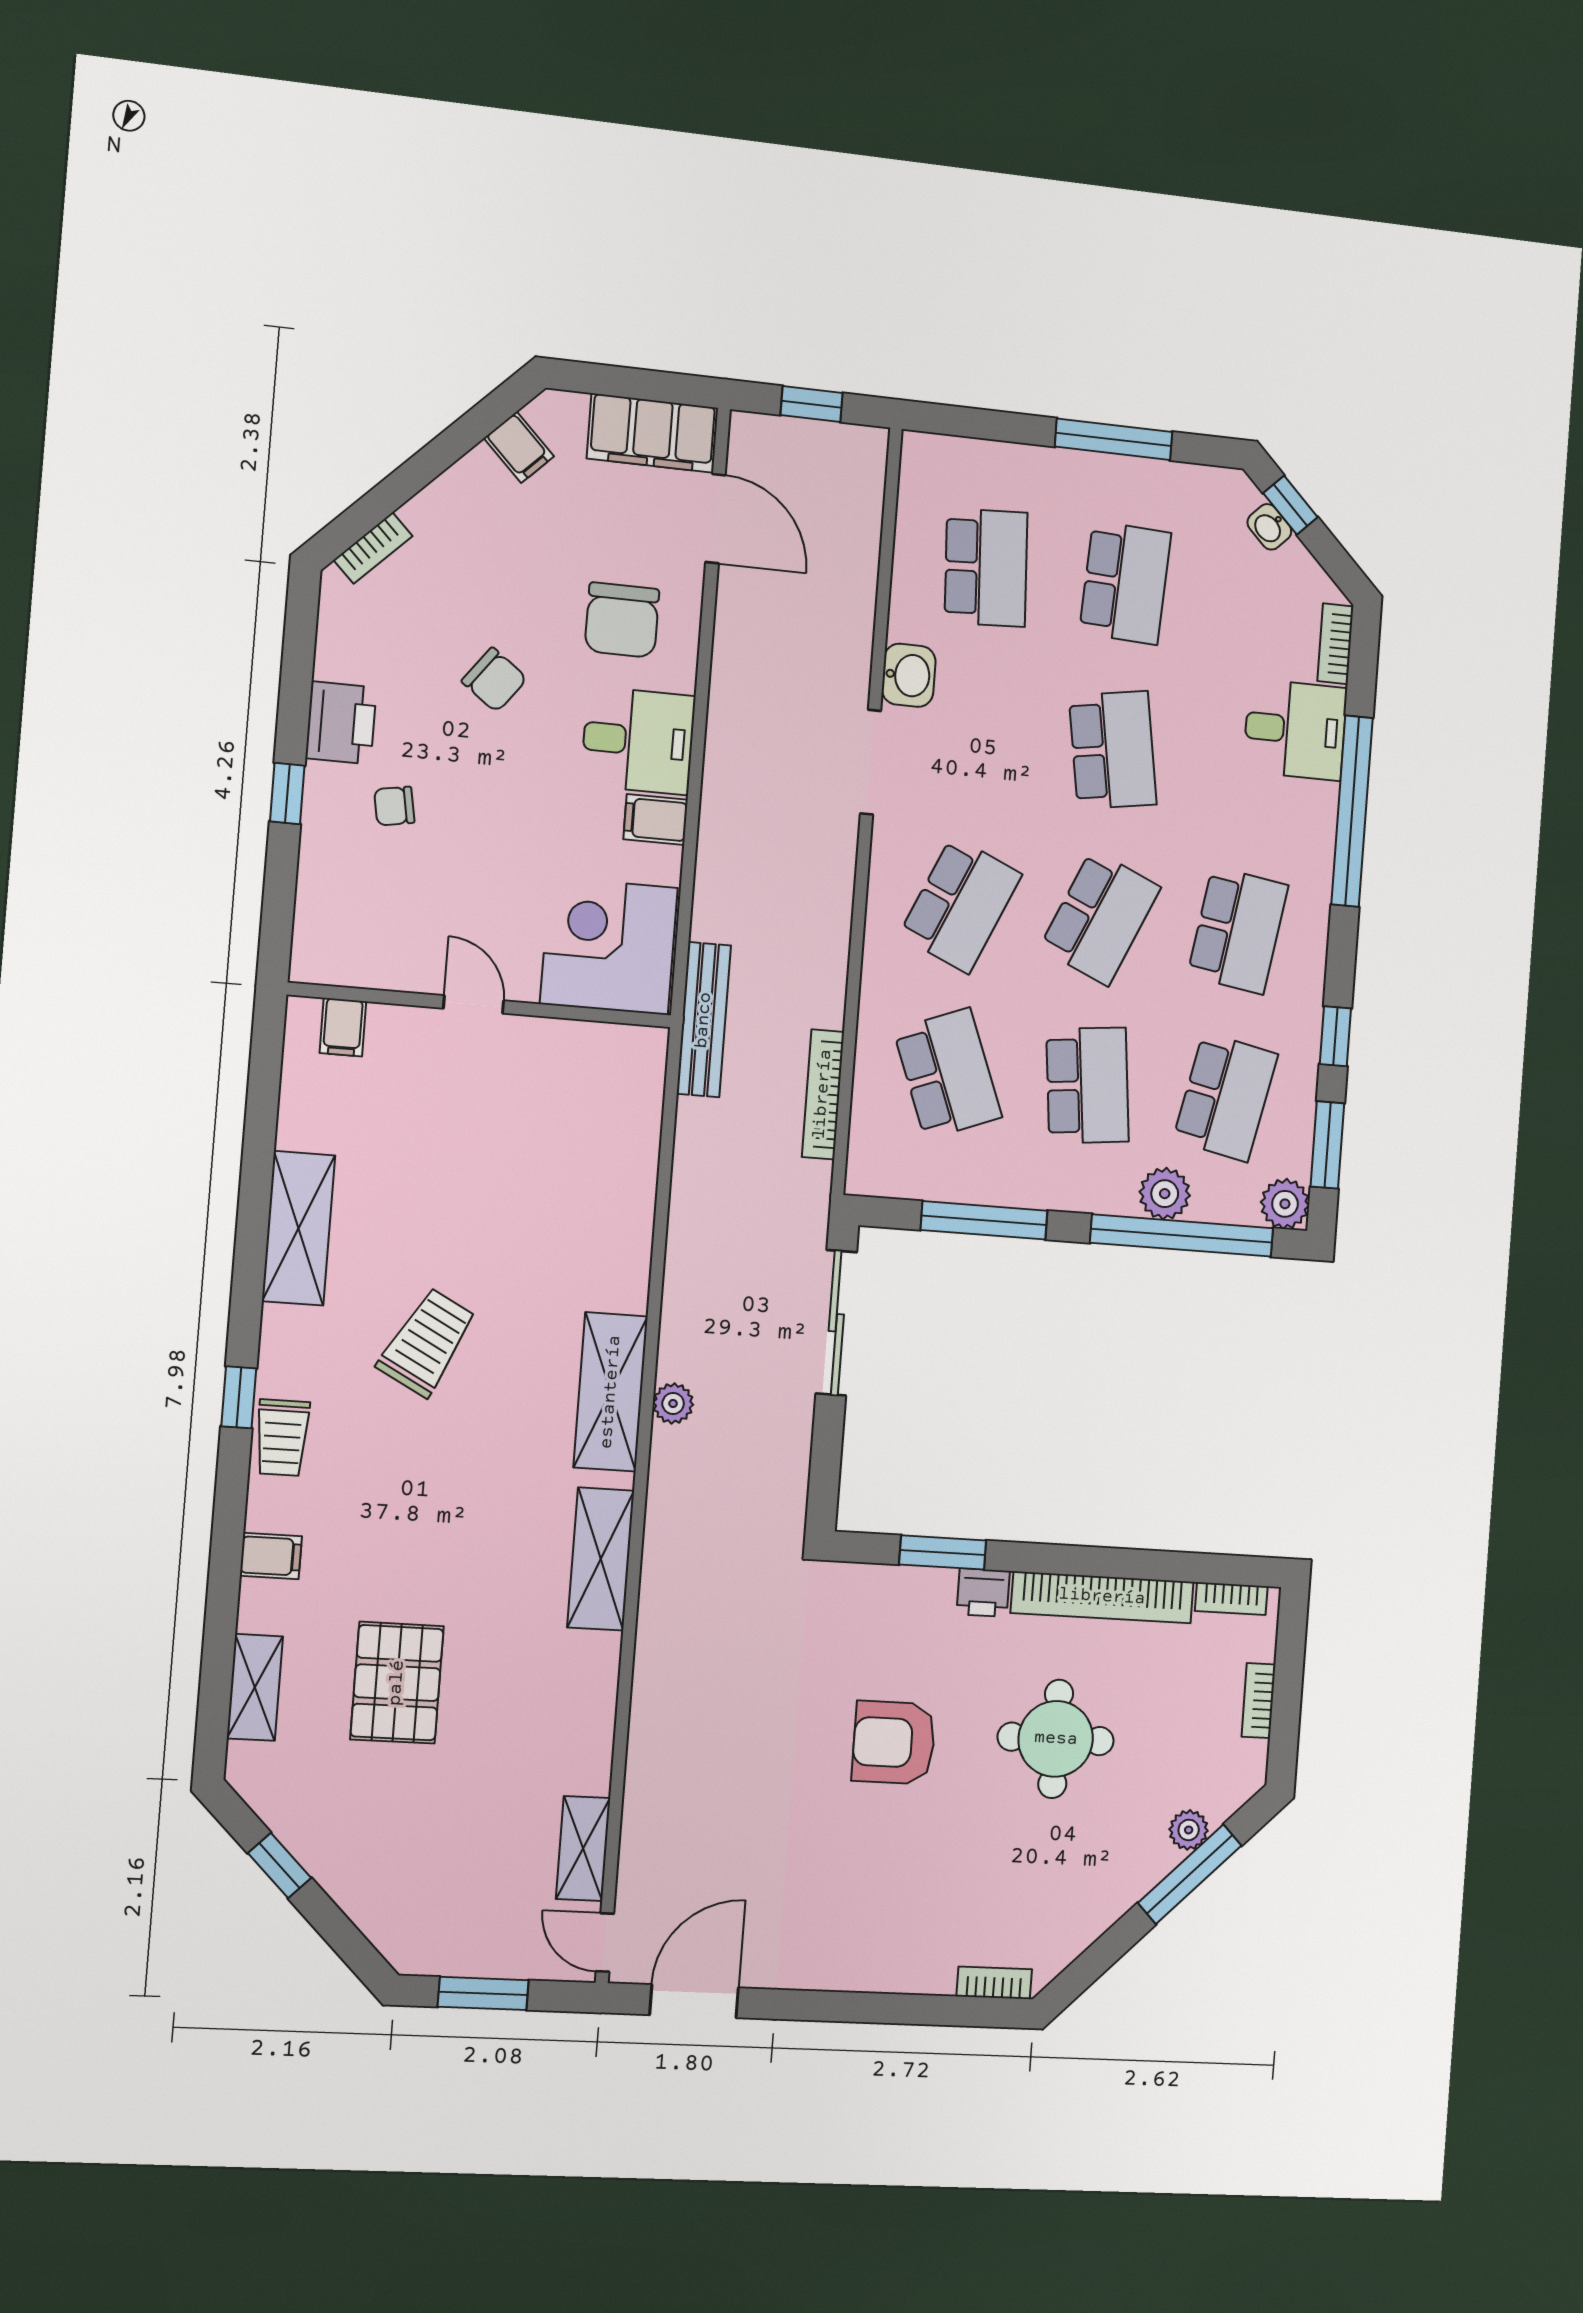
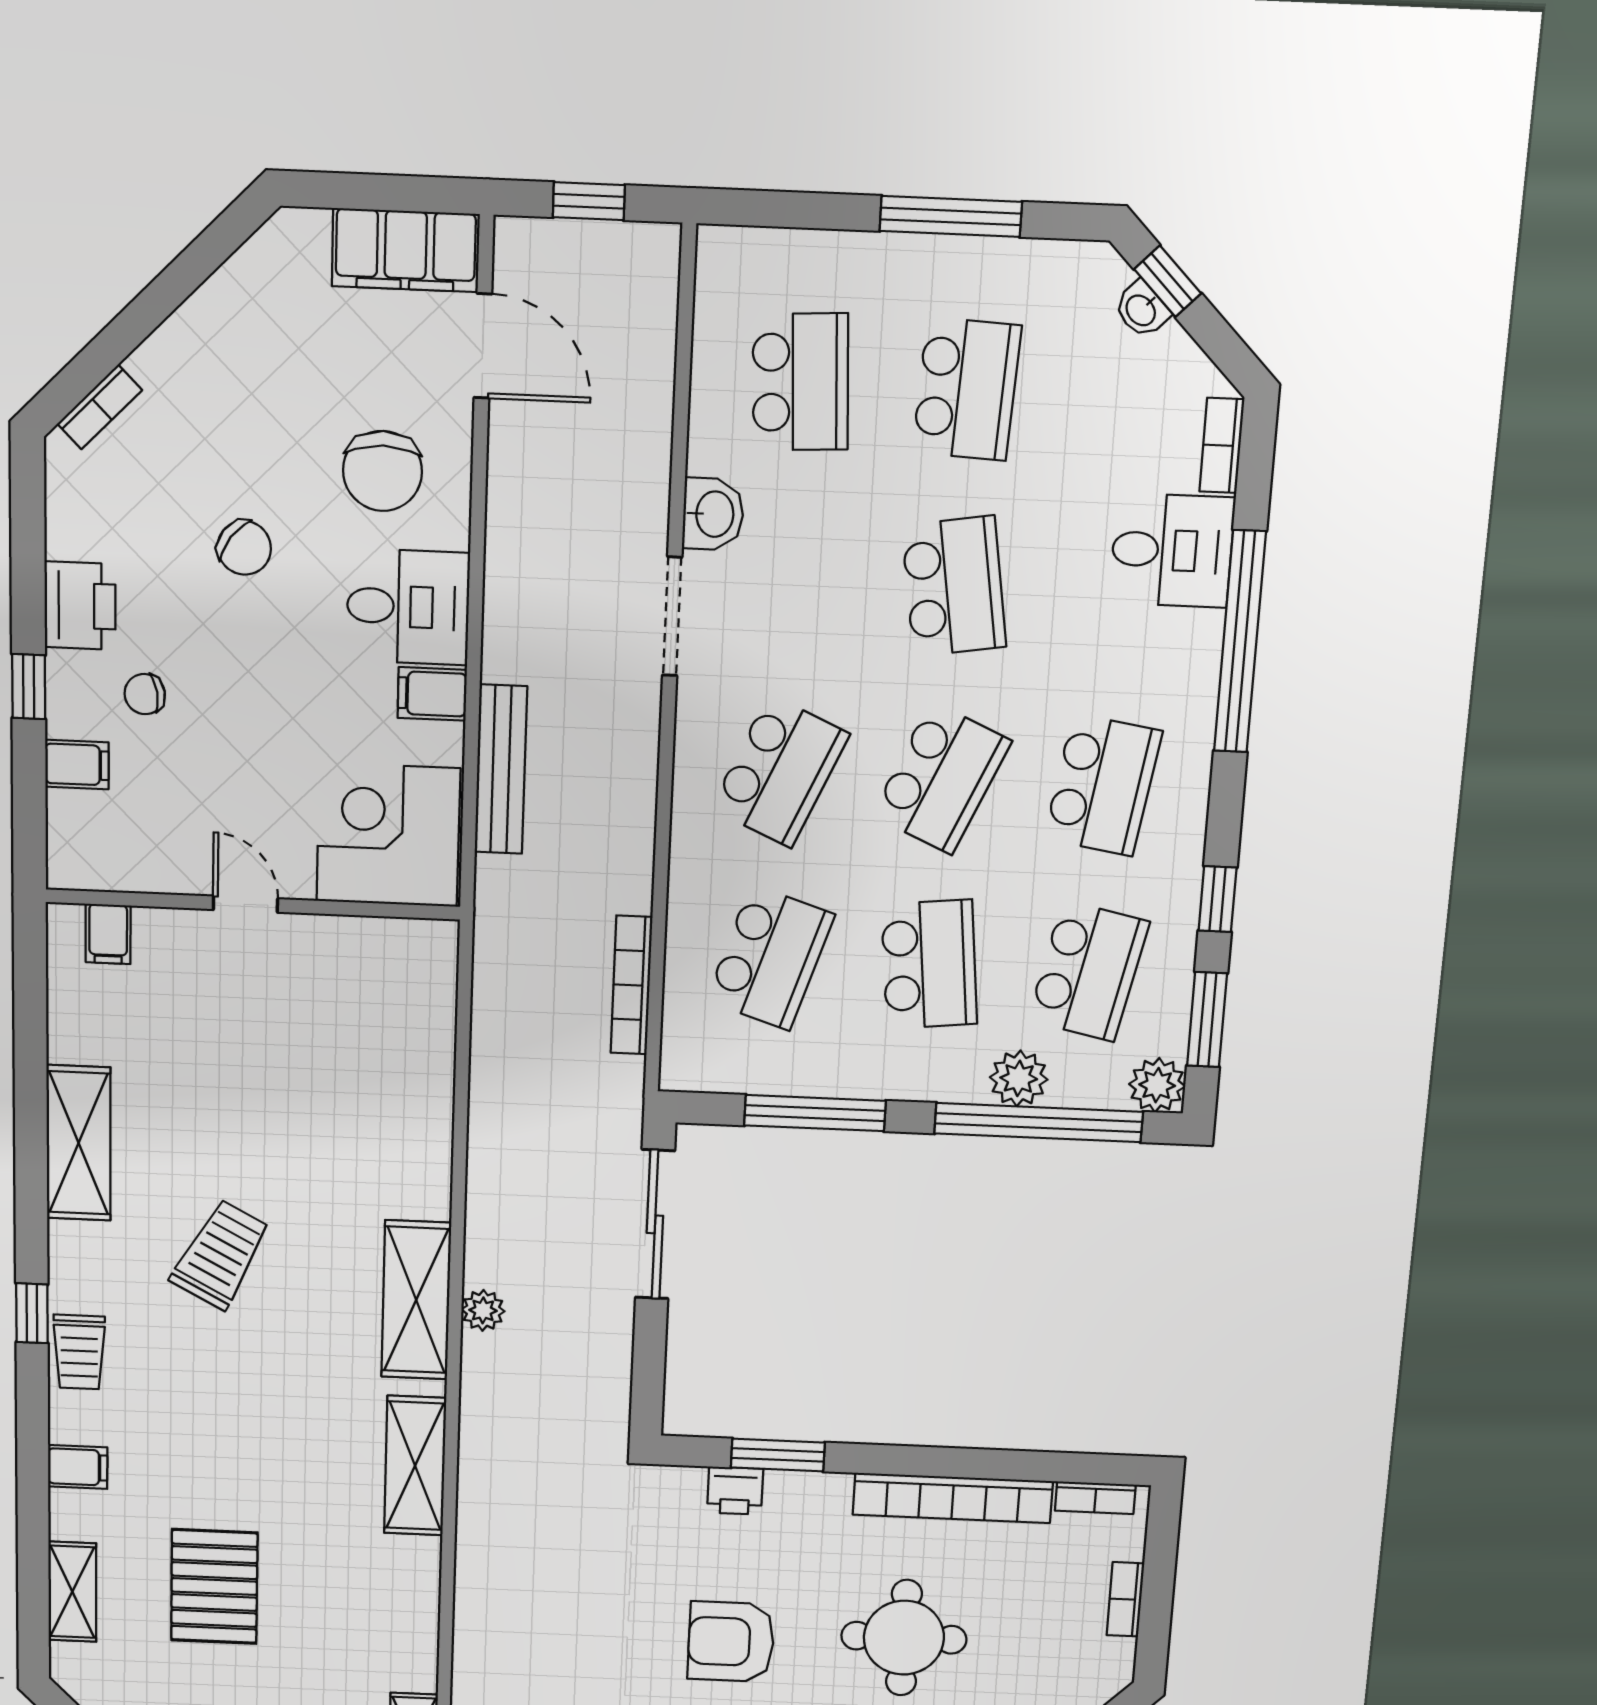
filing cabinet: (519, 447) -> (77, 765), moved, turned -45
bench: (704, 1020) -> (501, 769), moved
school desk: (948, 1074) -> (770, 958), turned 39
printer: (983, 1593) -> (735, 1491), moved

